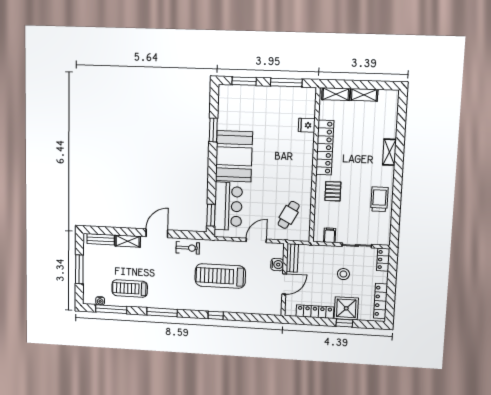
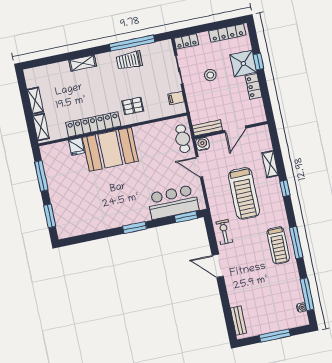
window: (213, 130) -> (135, 228), moved
booth: (234, 156) -> (110, 149), moved
window: (396, 206) -> (132, 43), added
cafe table: (289, 215) -> (183, 139), moved, turned 62
shelving: (128, 241) -> (270, 164), moved
water cooler: (277, 265) -> (202, 144), moved
door: (284, 284) -> (235, 129), swing flipped
treadmill: (130, 288) -> (278, 245), moved
locker: (315, 312) -> (254, 86), width x0.66

